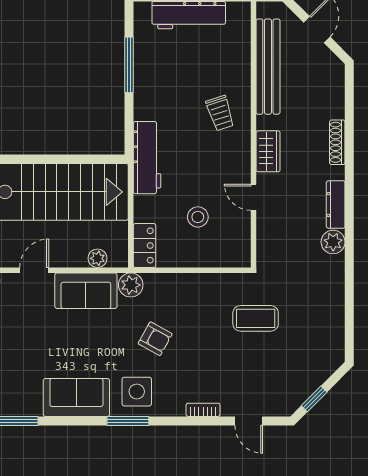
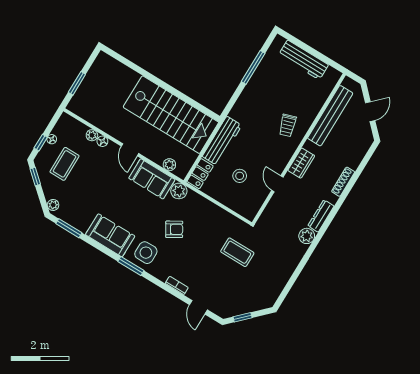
workbench: (147, 158) -> (222, 141), moved
door: (34, 270) -> (130, 150), swing flipped
armchair: (155, 339) -> (174, 229), turned -60

